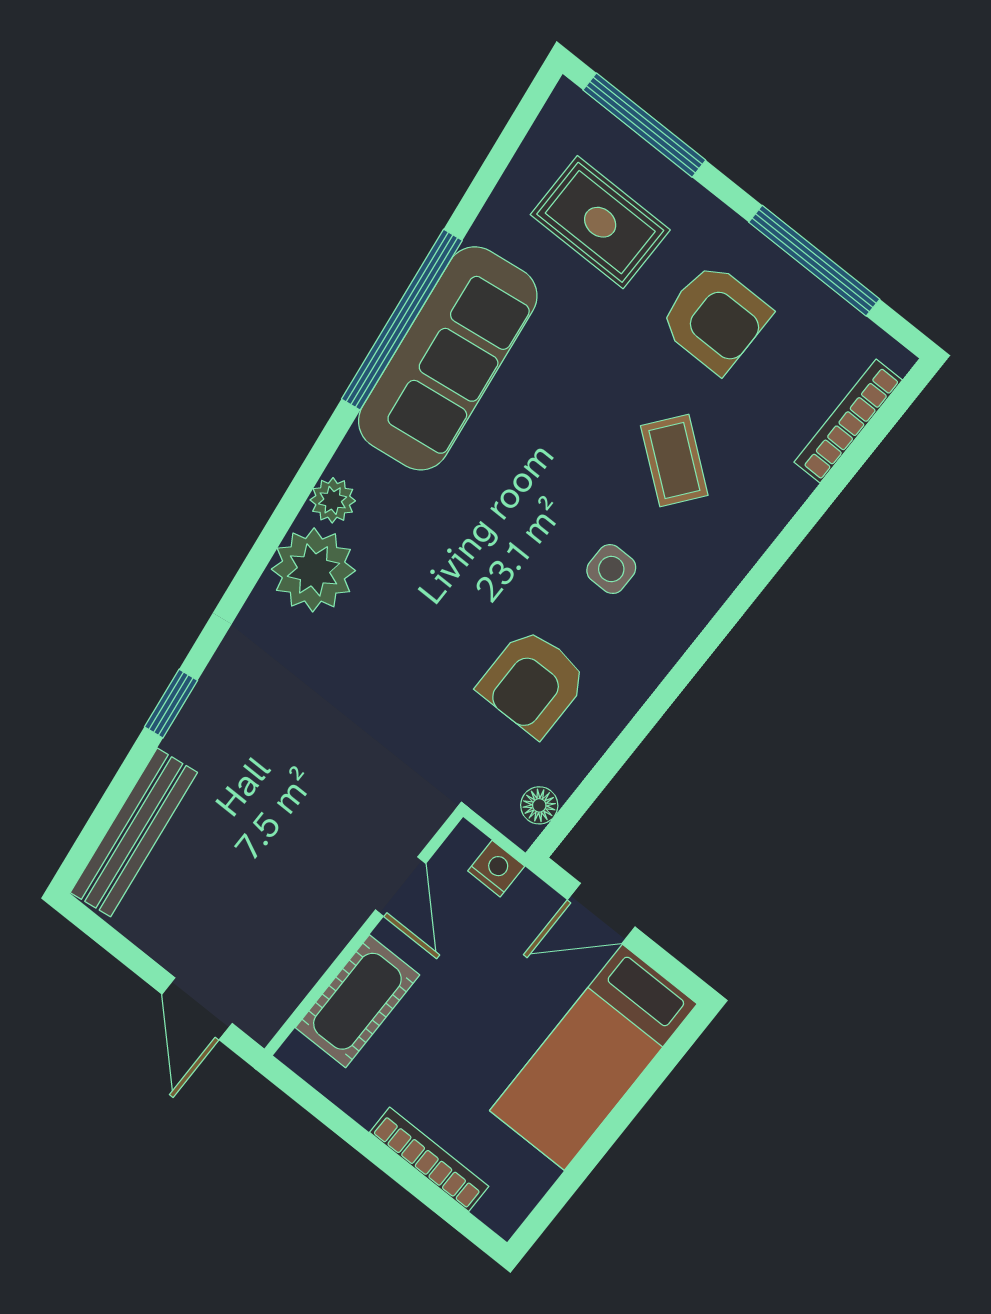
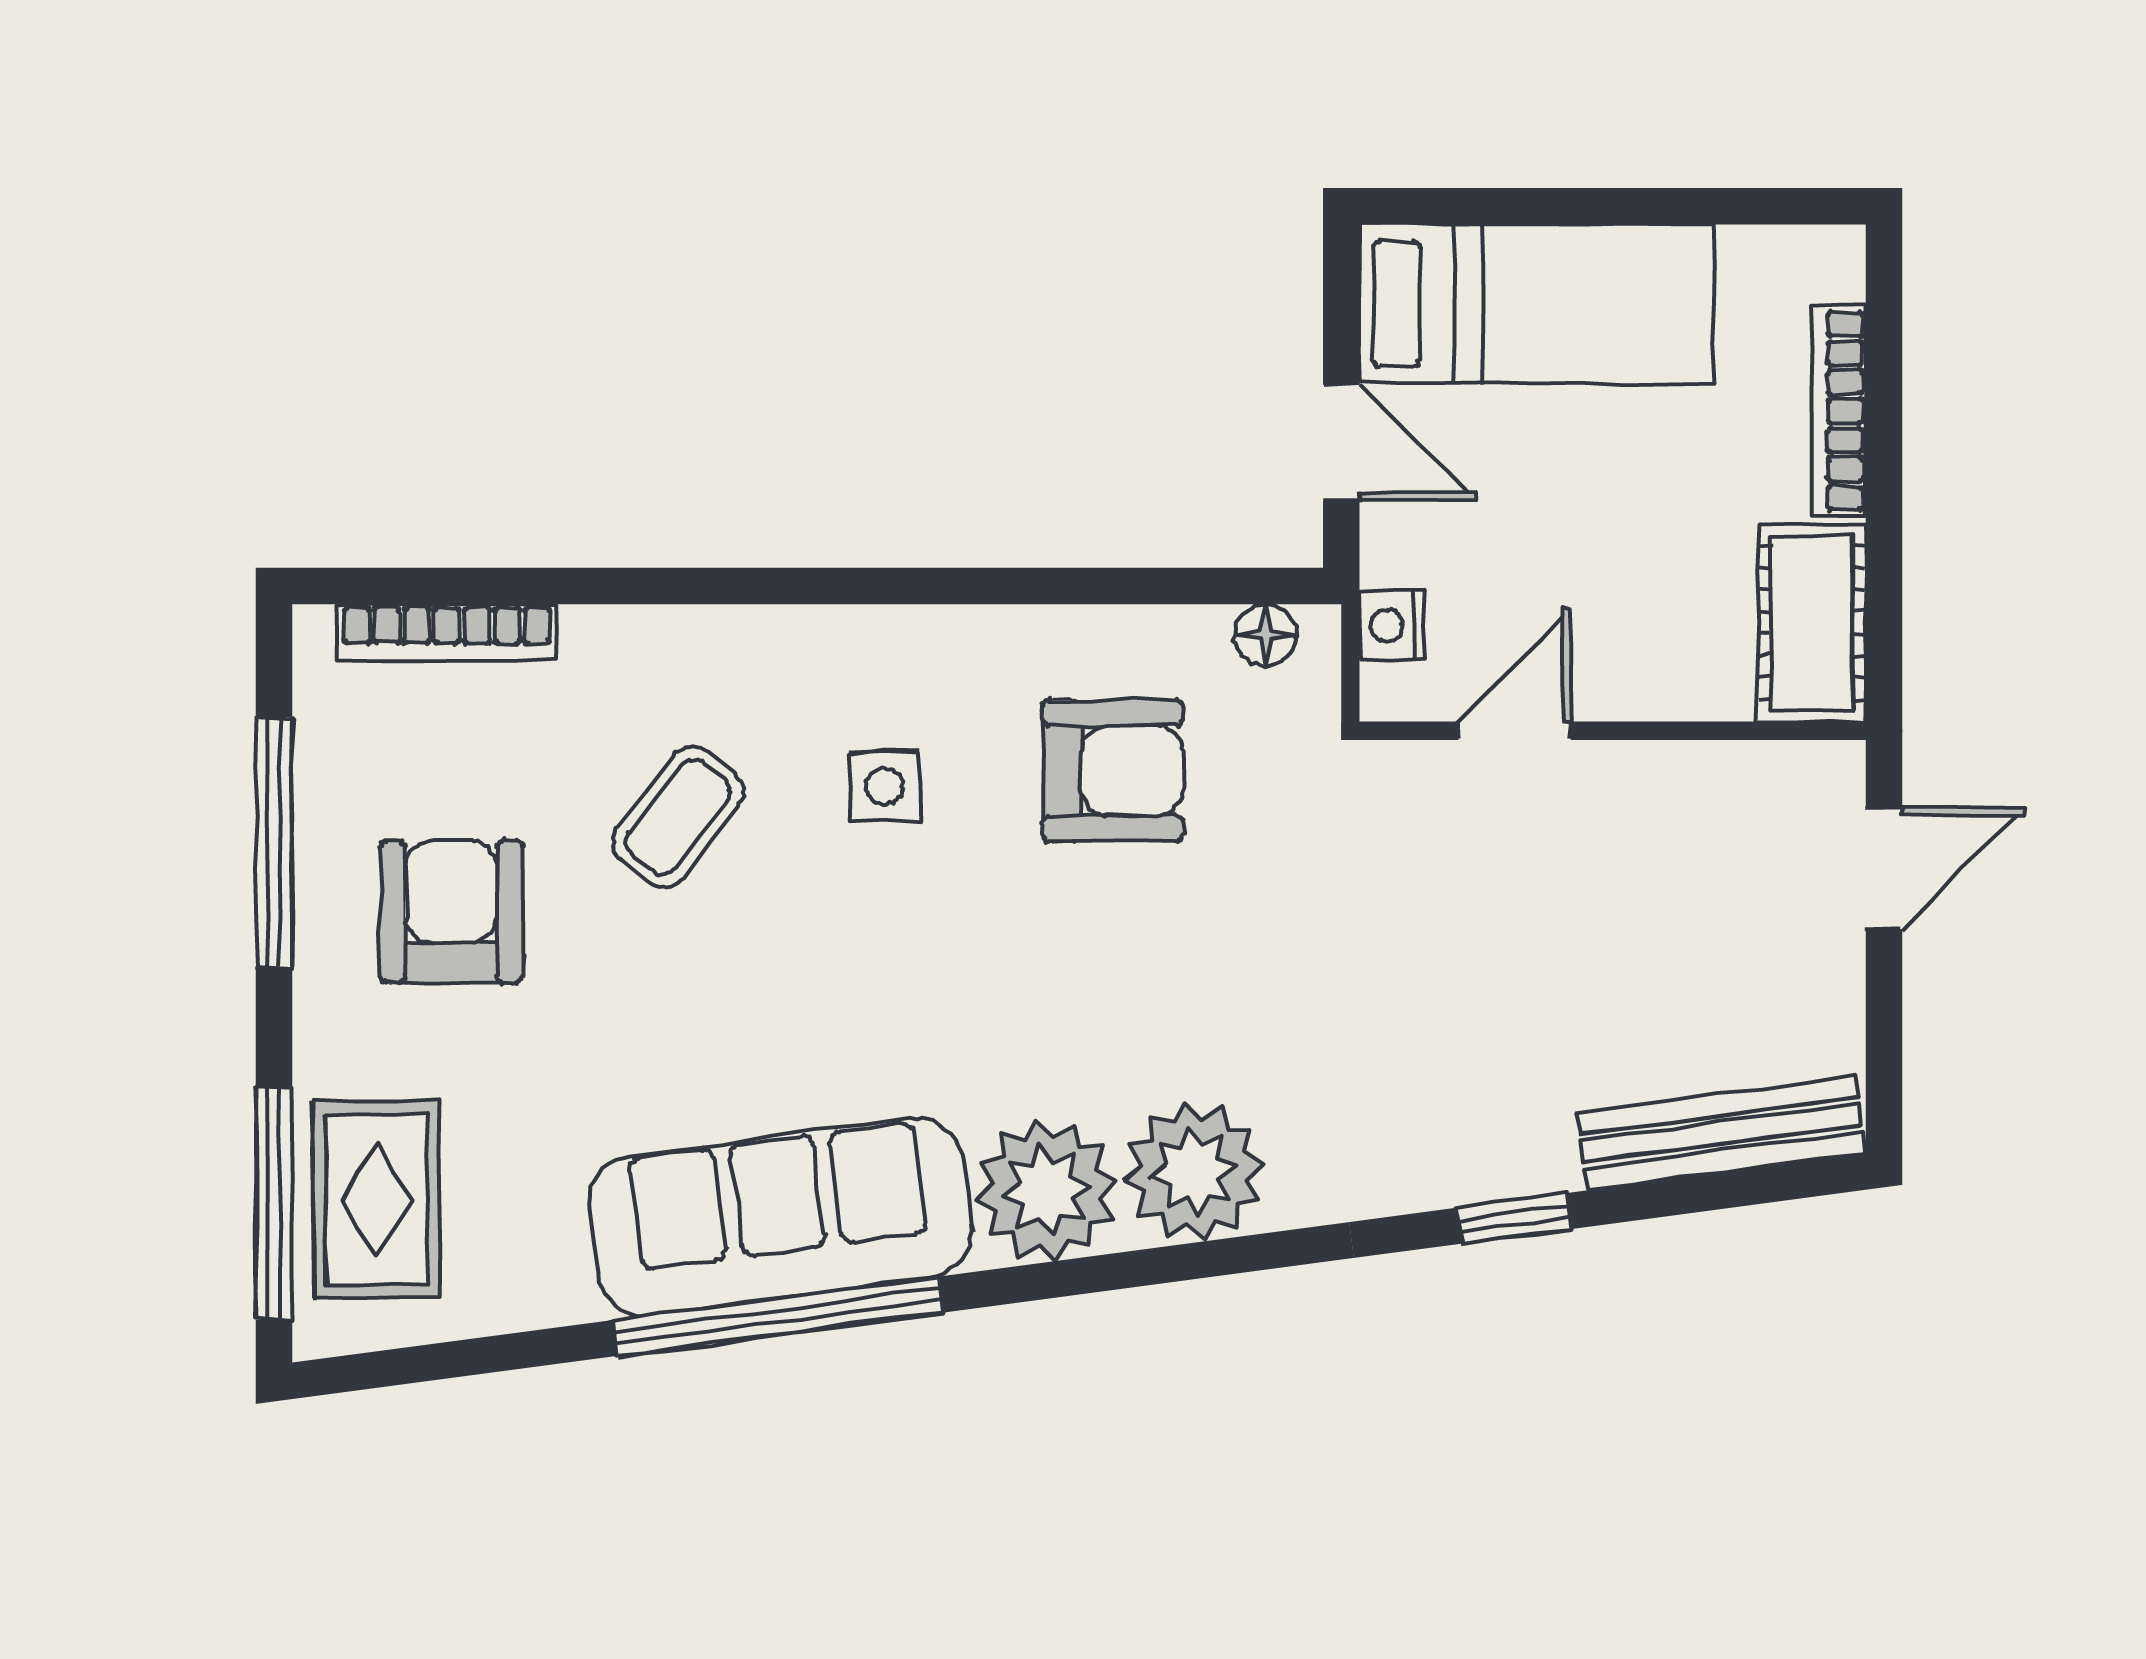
rug: (600, 222) -> (376, 1199), moved
plant: (333, 500) -> (1046, 1190), width x1.87, depth x1.87
cot: (357, 1001) -> (1812, 623), moved, turned 90

